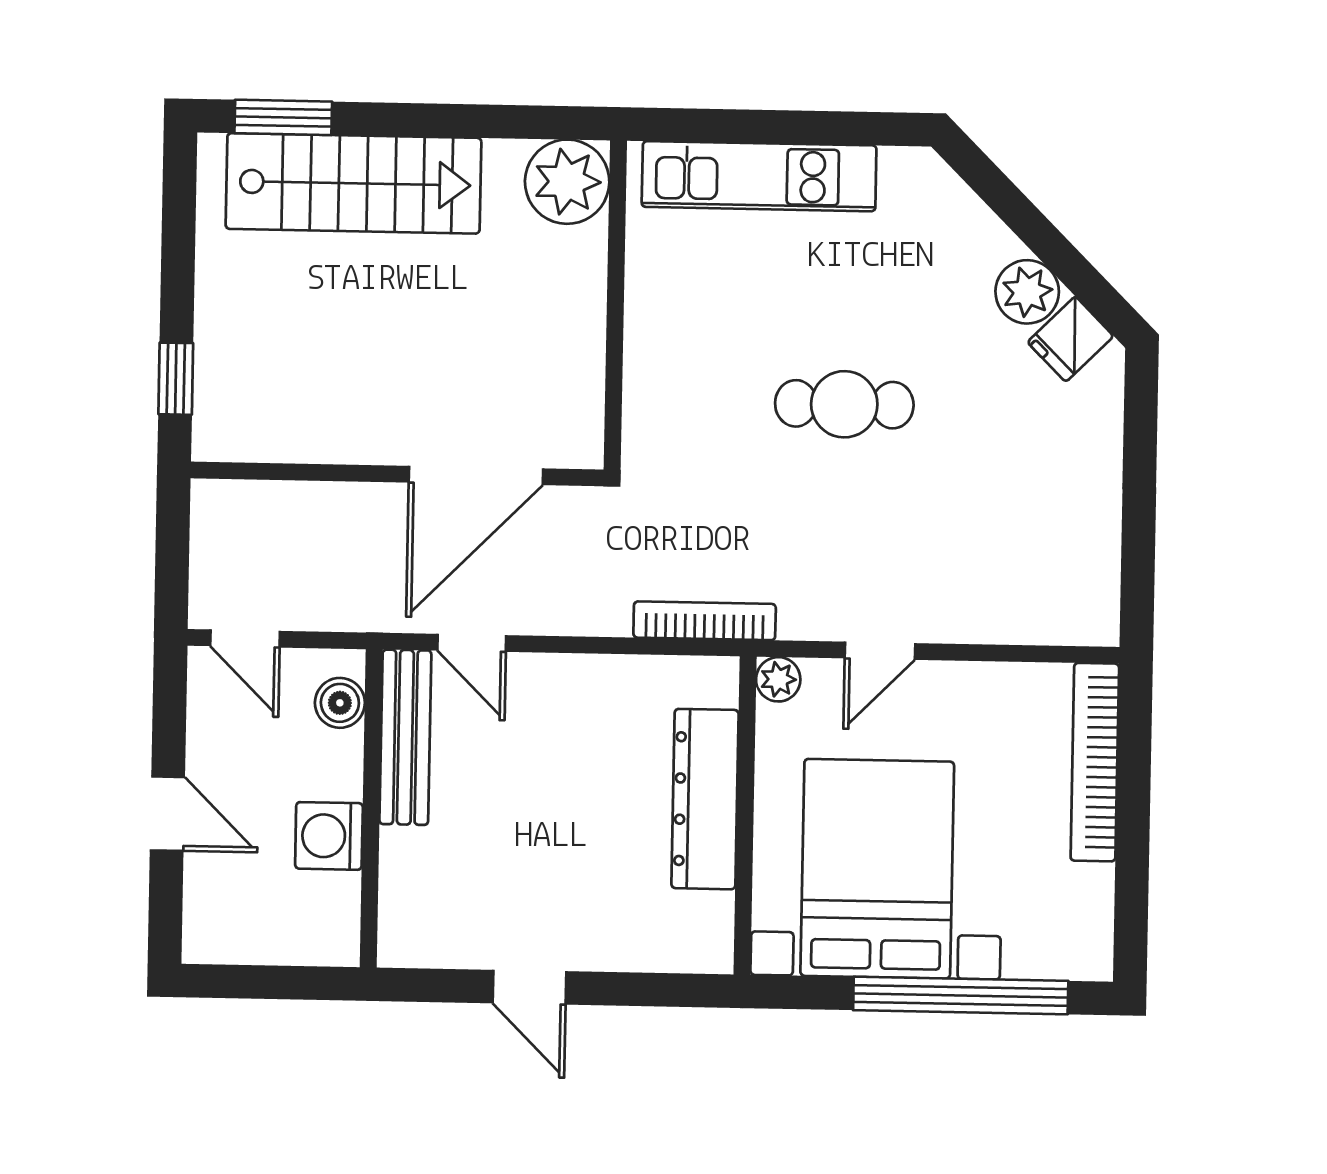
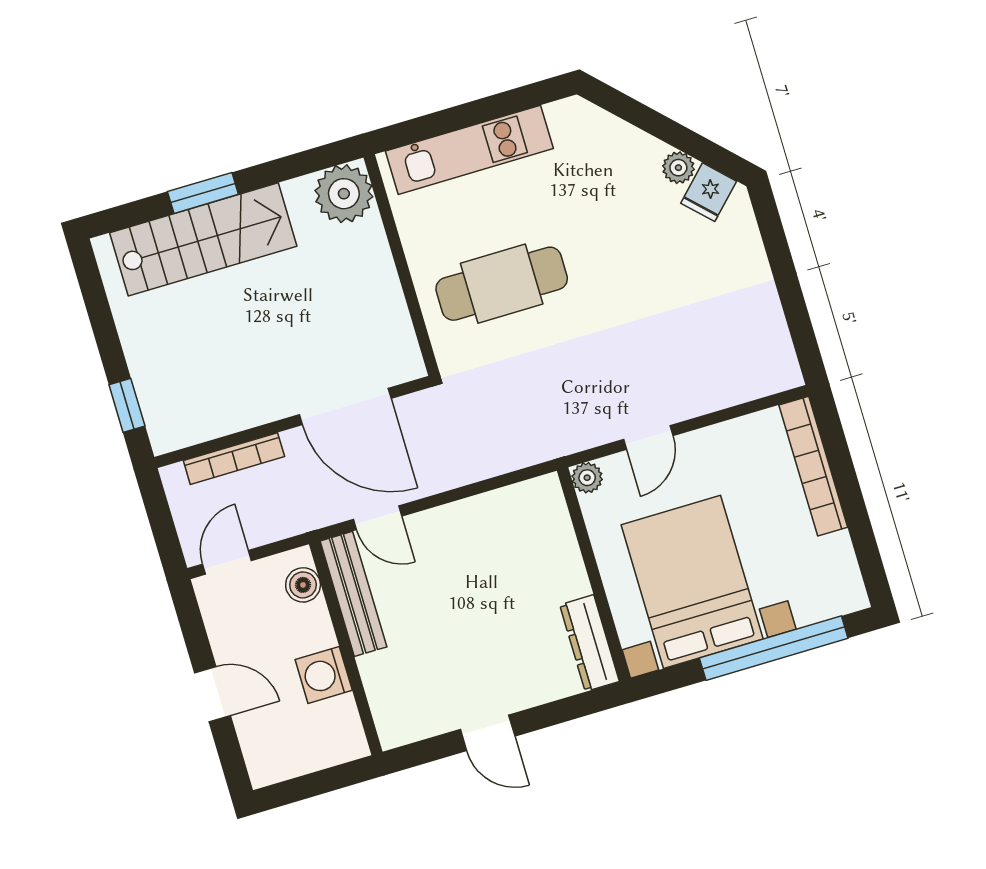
window: (283, 117) -> (203, 193), moved
plant: (1027, 292) -> (678, 168), width x0.73, depth x0.73
cafe table: (844, 404) -> (502, 284), moved, width x1.37, depth x1.35
door: (476, 475) -> (345, 407), hinge flipped
bookcase: (705, 621) -> (234, 459), moved, turned 180
door: (245, 639) -> (227, 562), swing flipped
dresser: (705, 799) -> (590, 643), moved, width x0.73, depth x0.80

